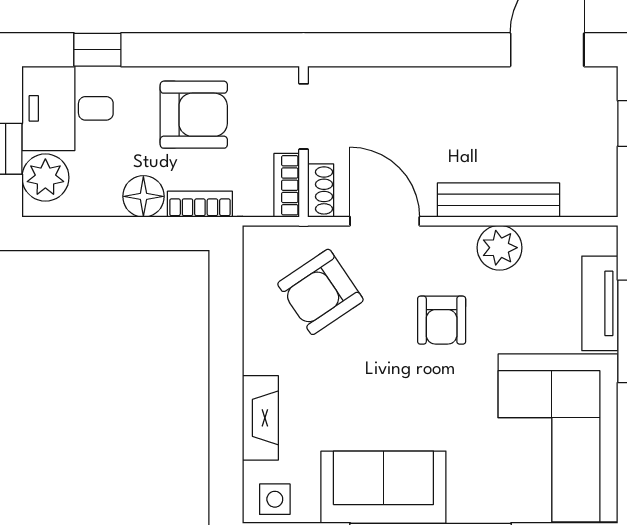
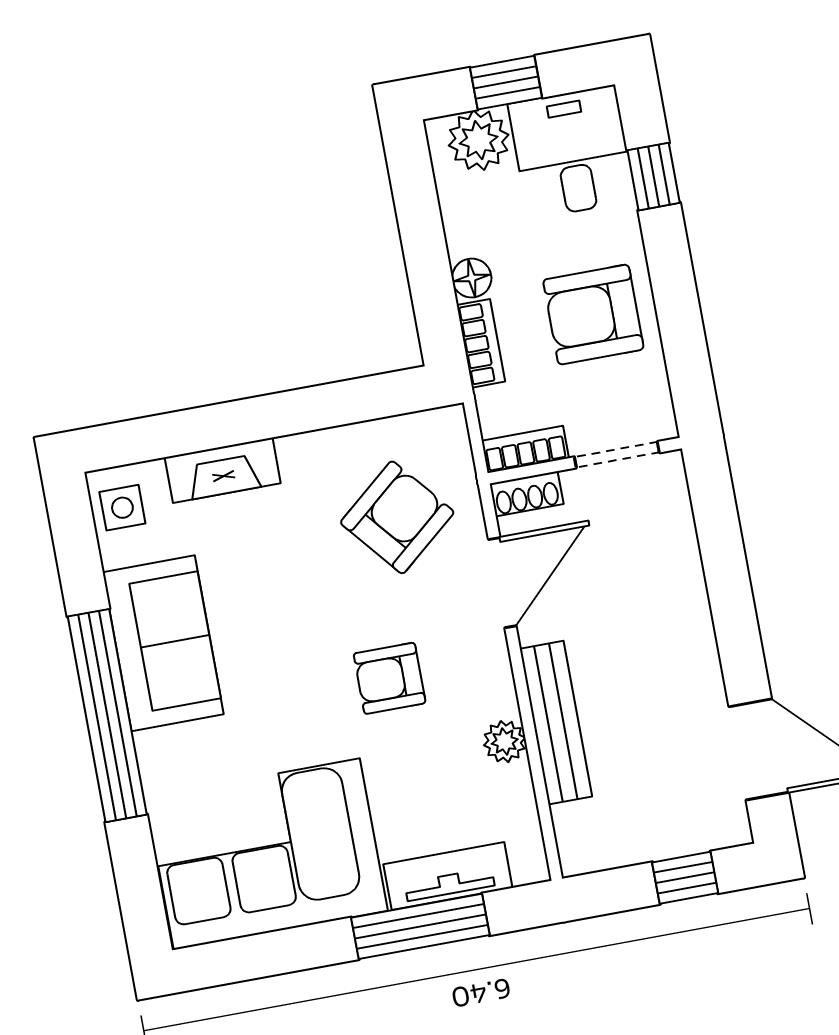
armchair: (194, 115) -> (593, 315), turned 90
floor lamp: (143, 196) -> (472, 278), width x0.73, depth x0.73
plant: (500, 248) -> (505, 742), width x0.73, depth x0.73
armchair: (320, 292) -> (397, 517), turned 84

